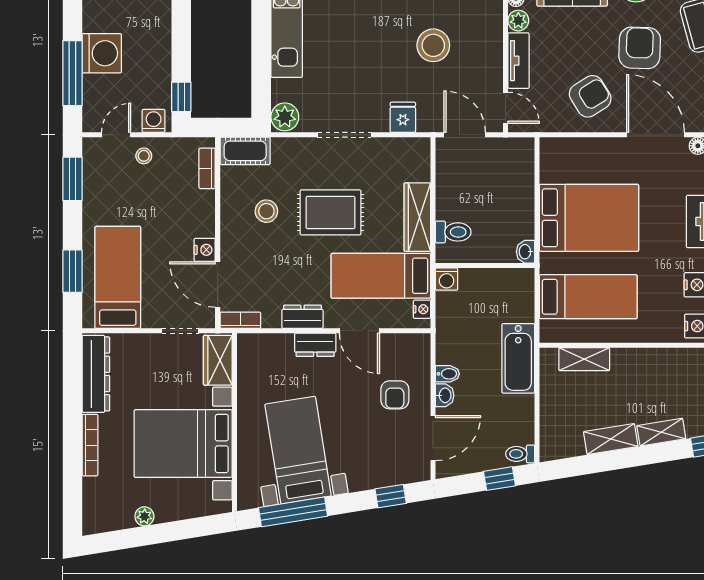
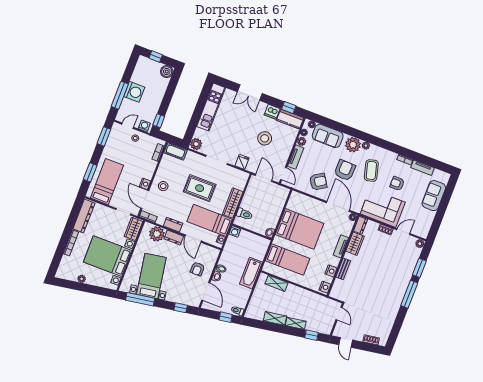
stool: (266, 211) -> (163, 186), moved
plant: (274, 352) -> (157, 234), added
door: (433, 438) -> (206, 291), hinge flipped

